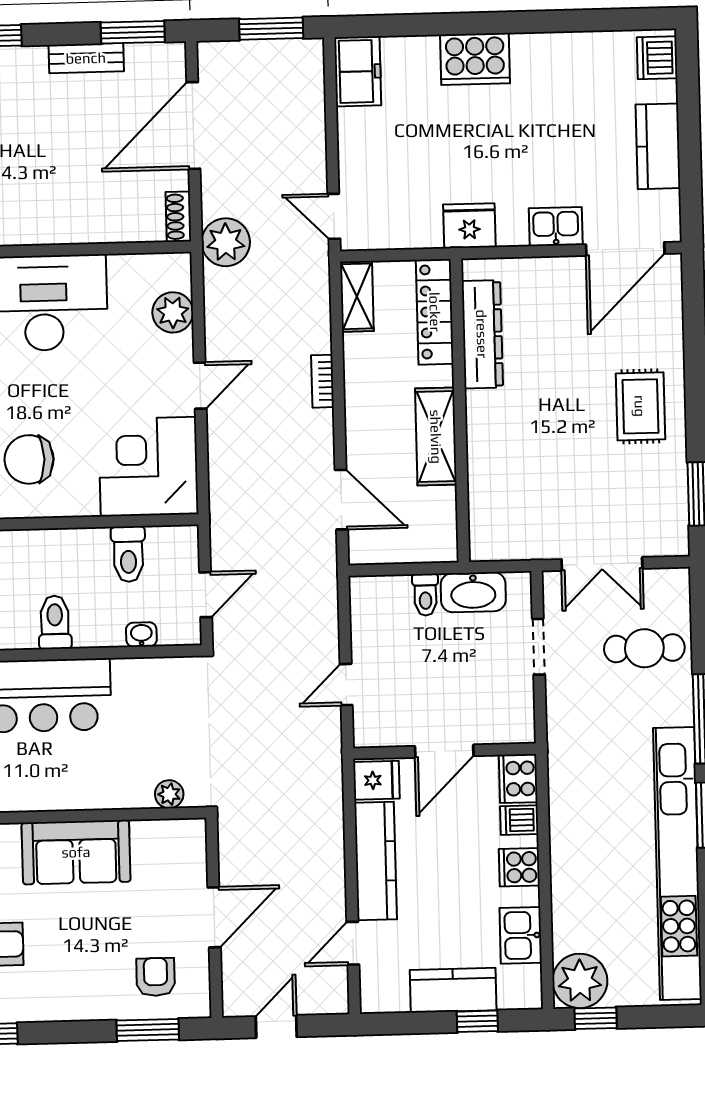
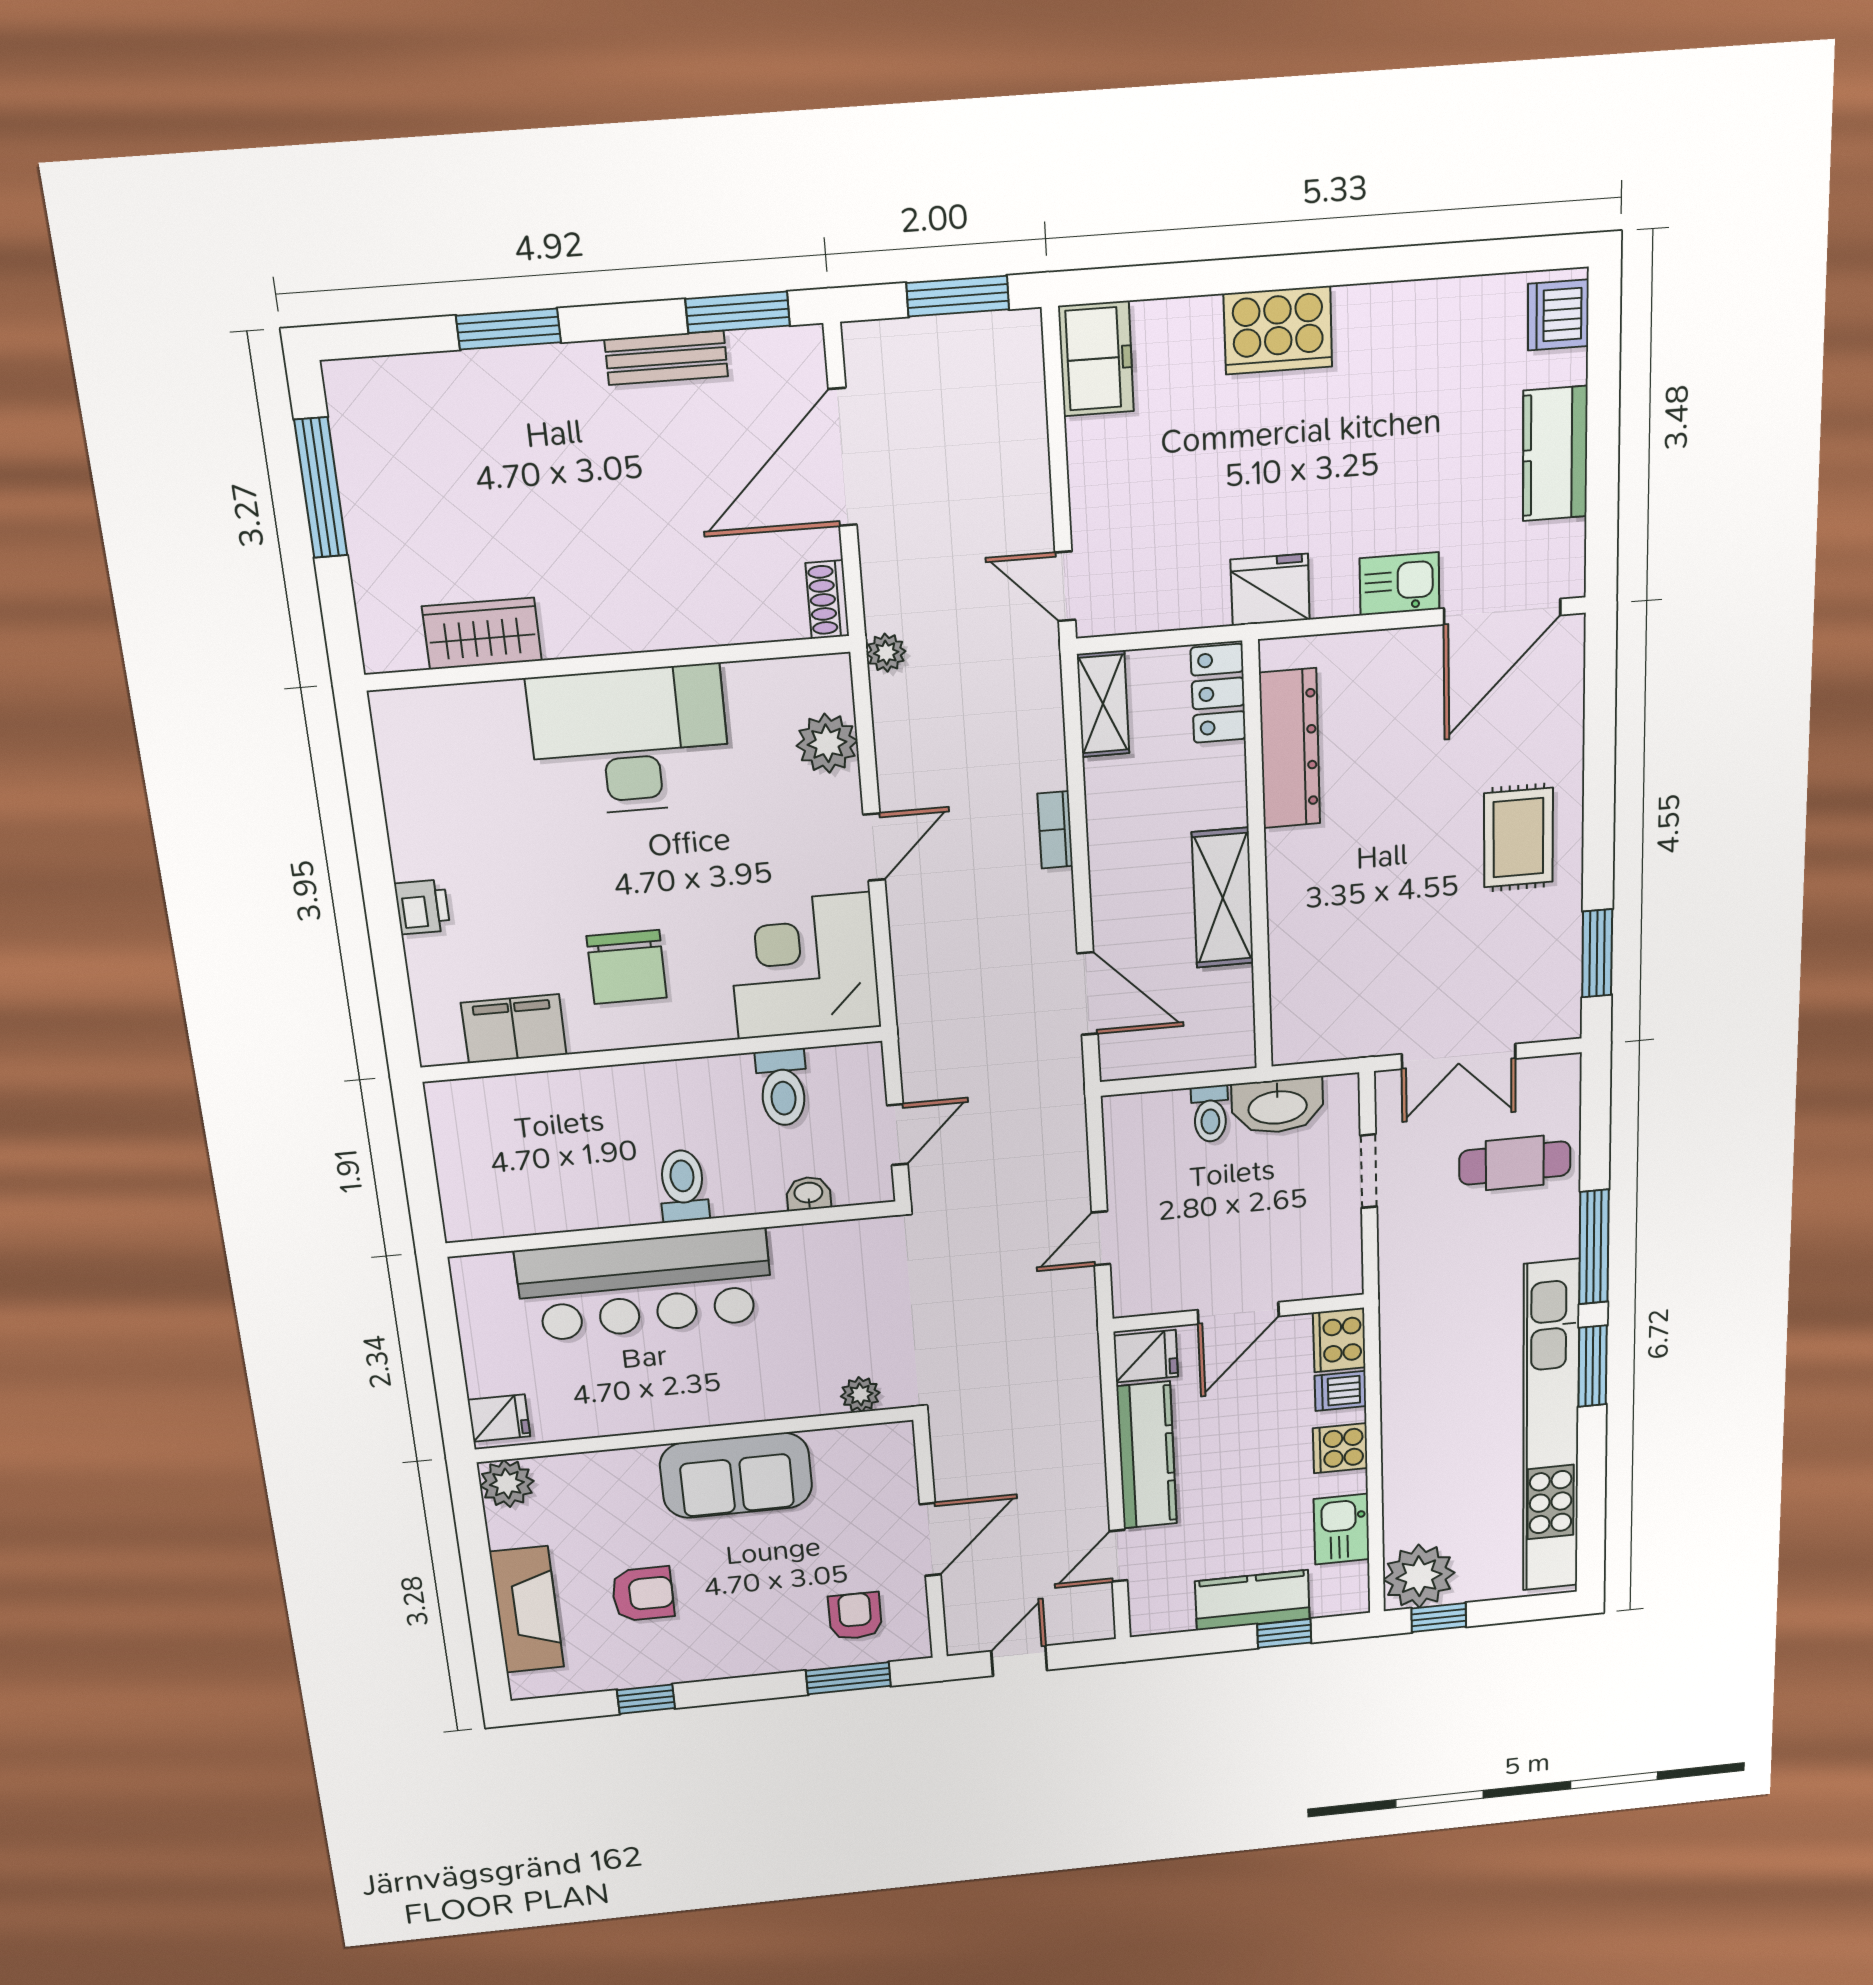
plant: (226, 242) -> (886, 653), width x0.53, depth x0.53
locker: (435, 312) -> (1218, 693), width x0.66
chair: (29, 459) -> (627, 967), turned -90

